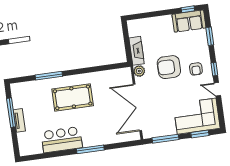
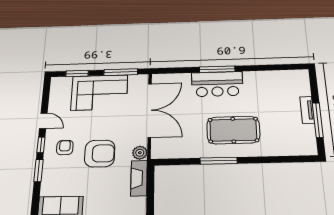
window: (210, 36) -> (38, 171), moved
window: (49, 76) -> (219, 161), moved
corner sofa: (197, 116) -> (99, 92), moved
bar counter: (62, 140) -> (217, 84), moved

